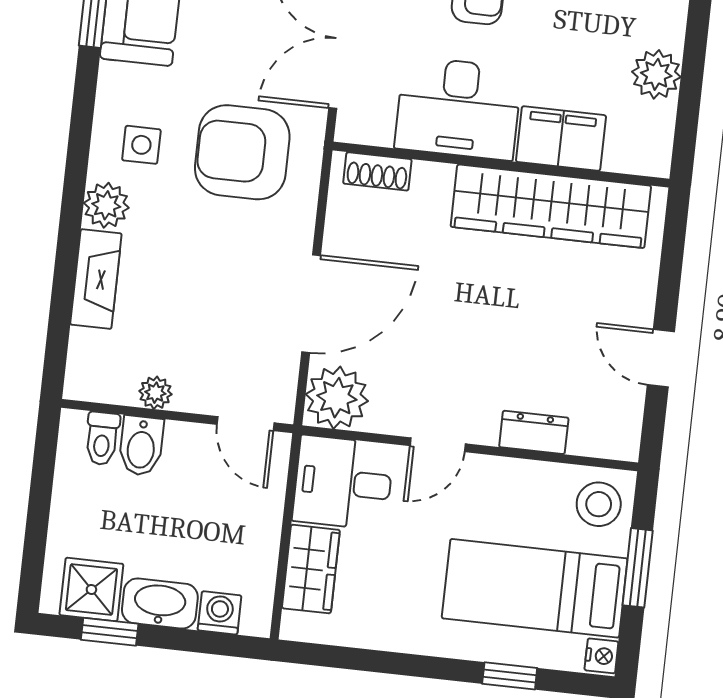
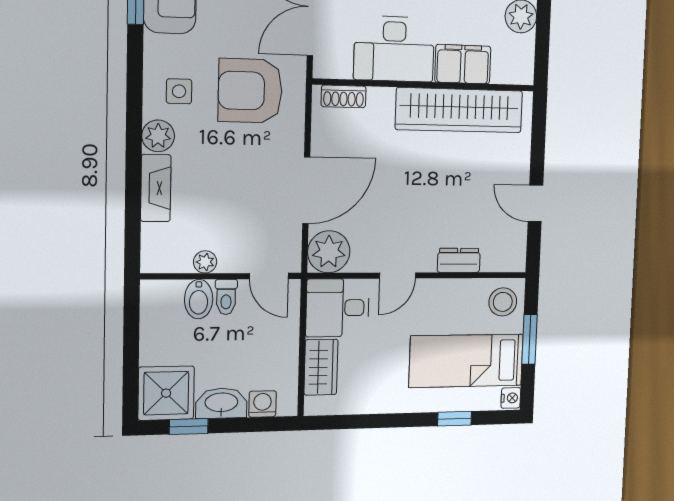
toilet: (102, 438) -> (226, 297), moved
shower: (91, 589) -> (166, 393), width x1.36, depth x1.36

